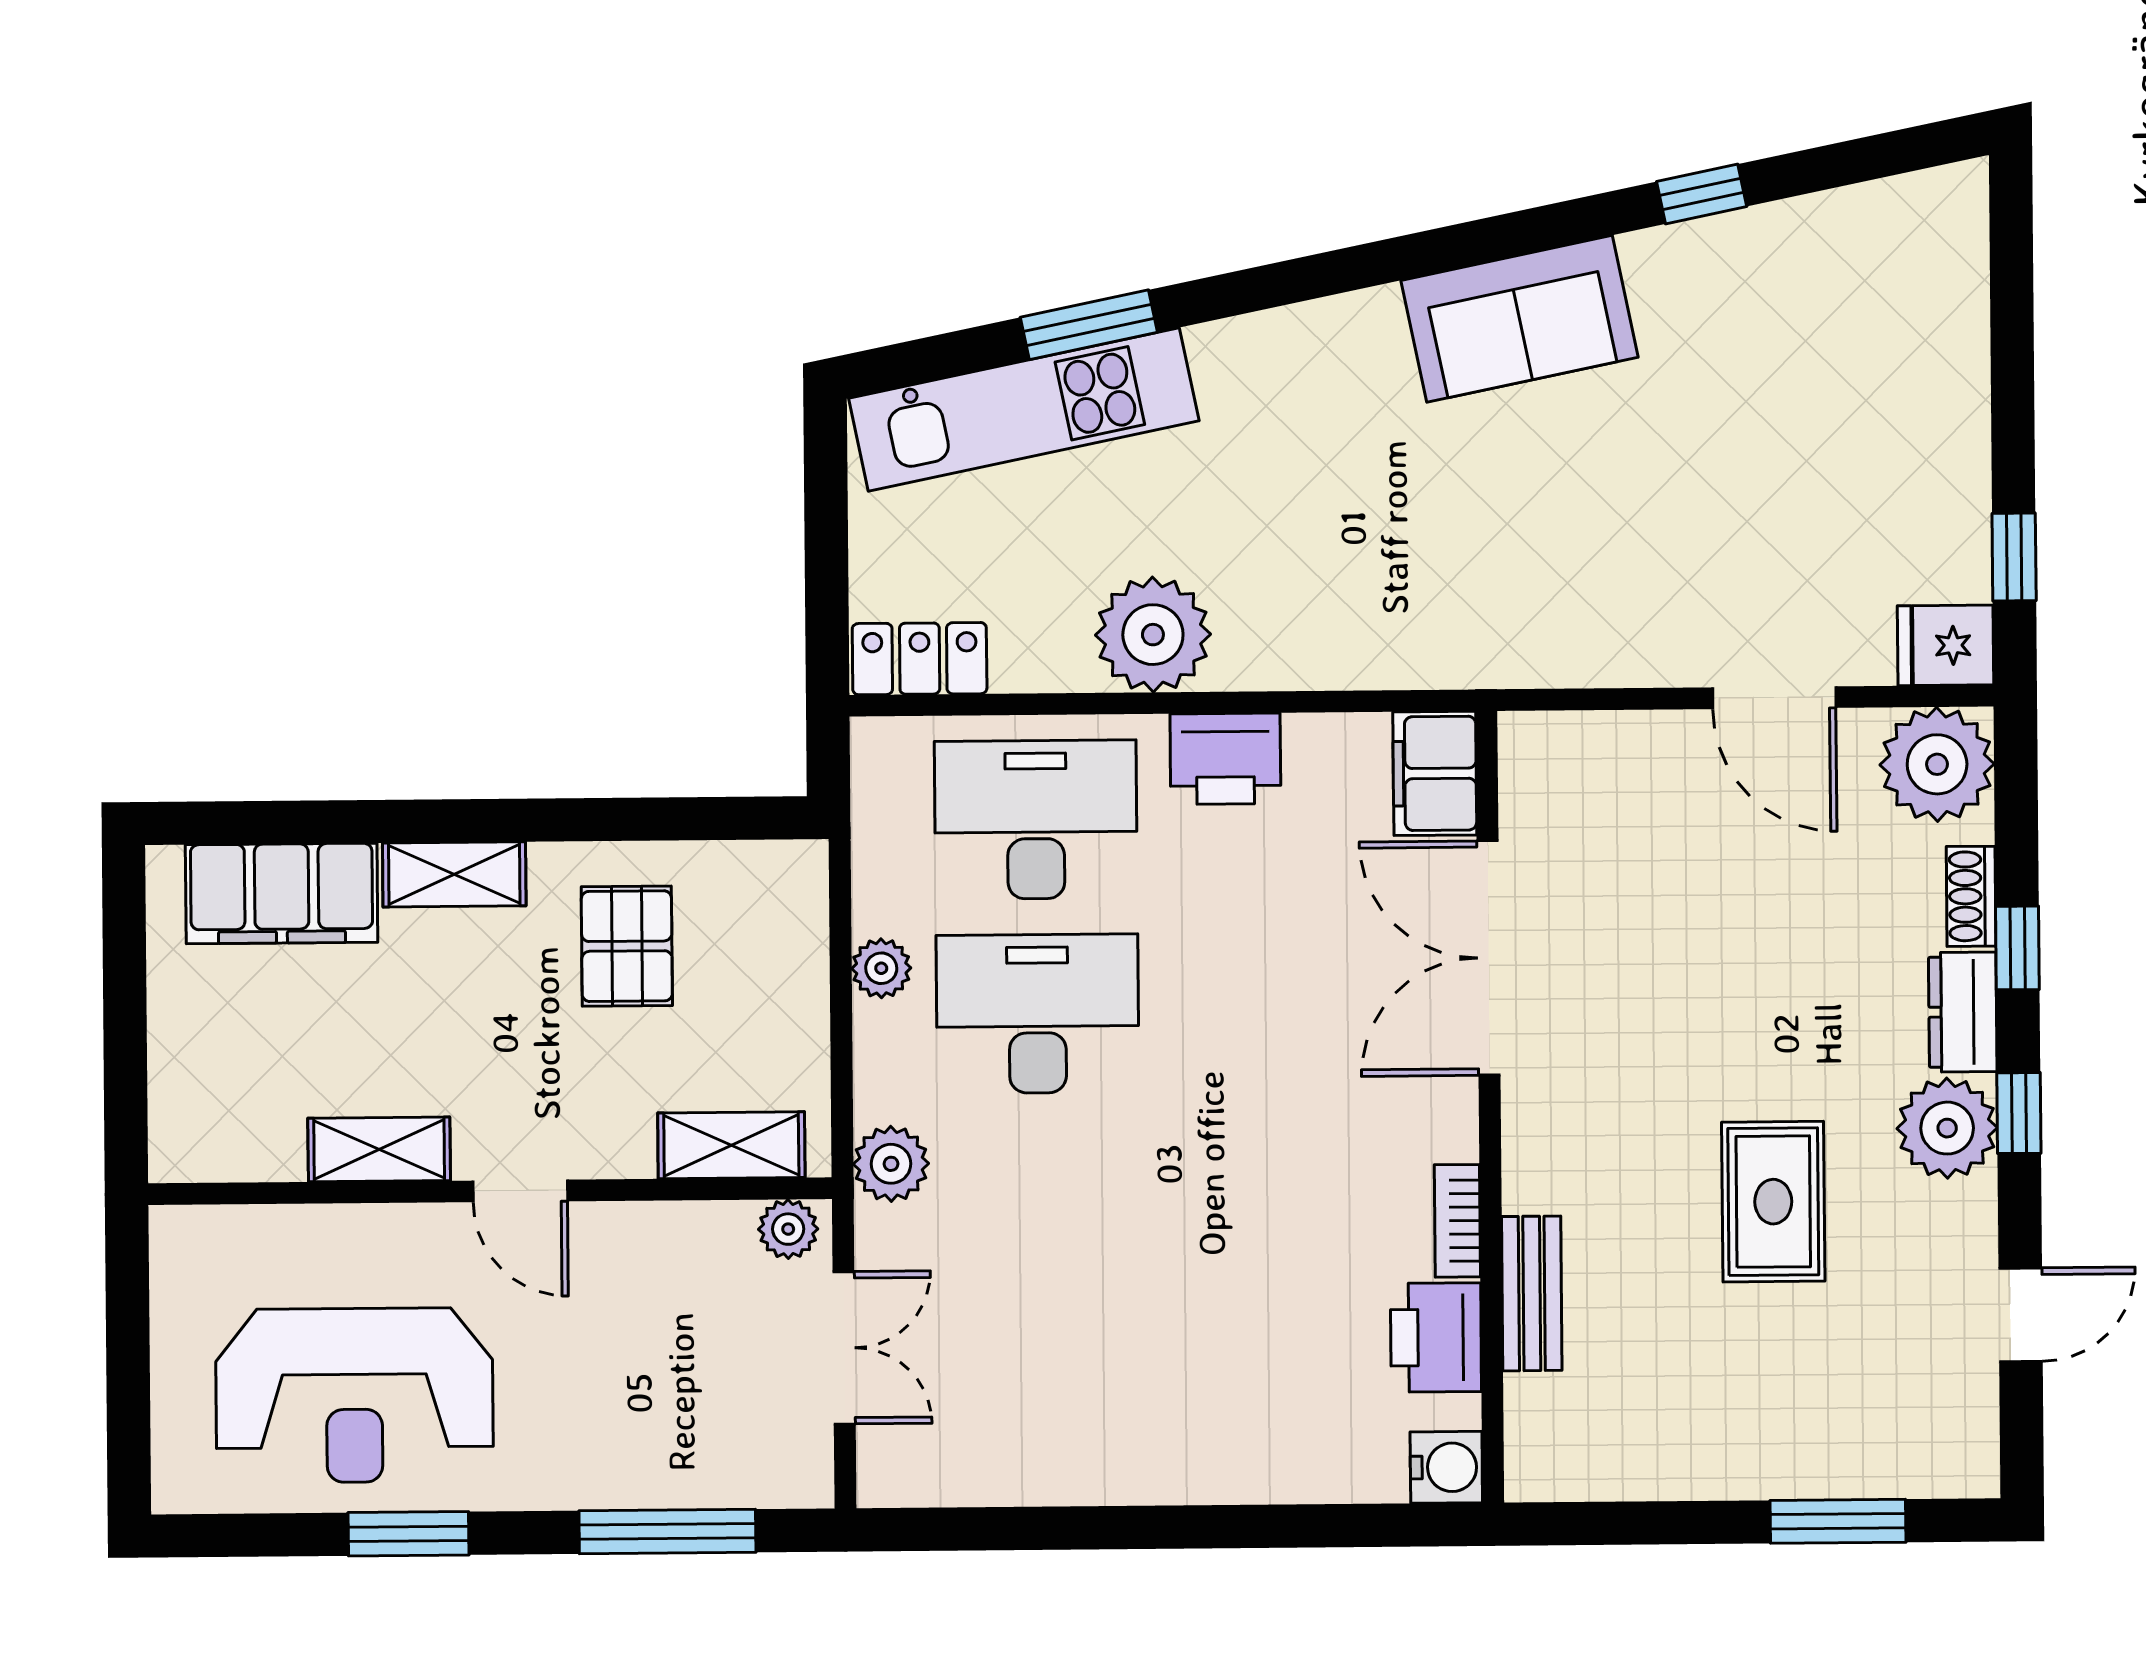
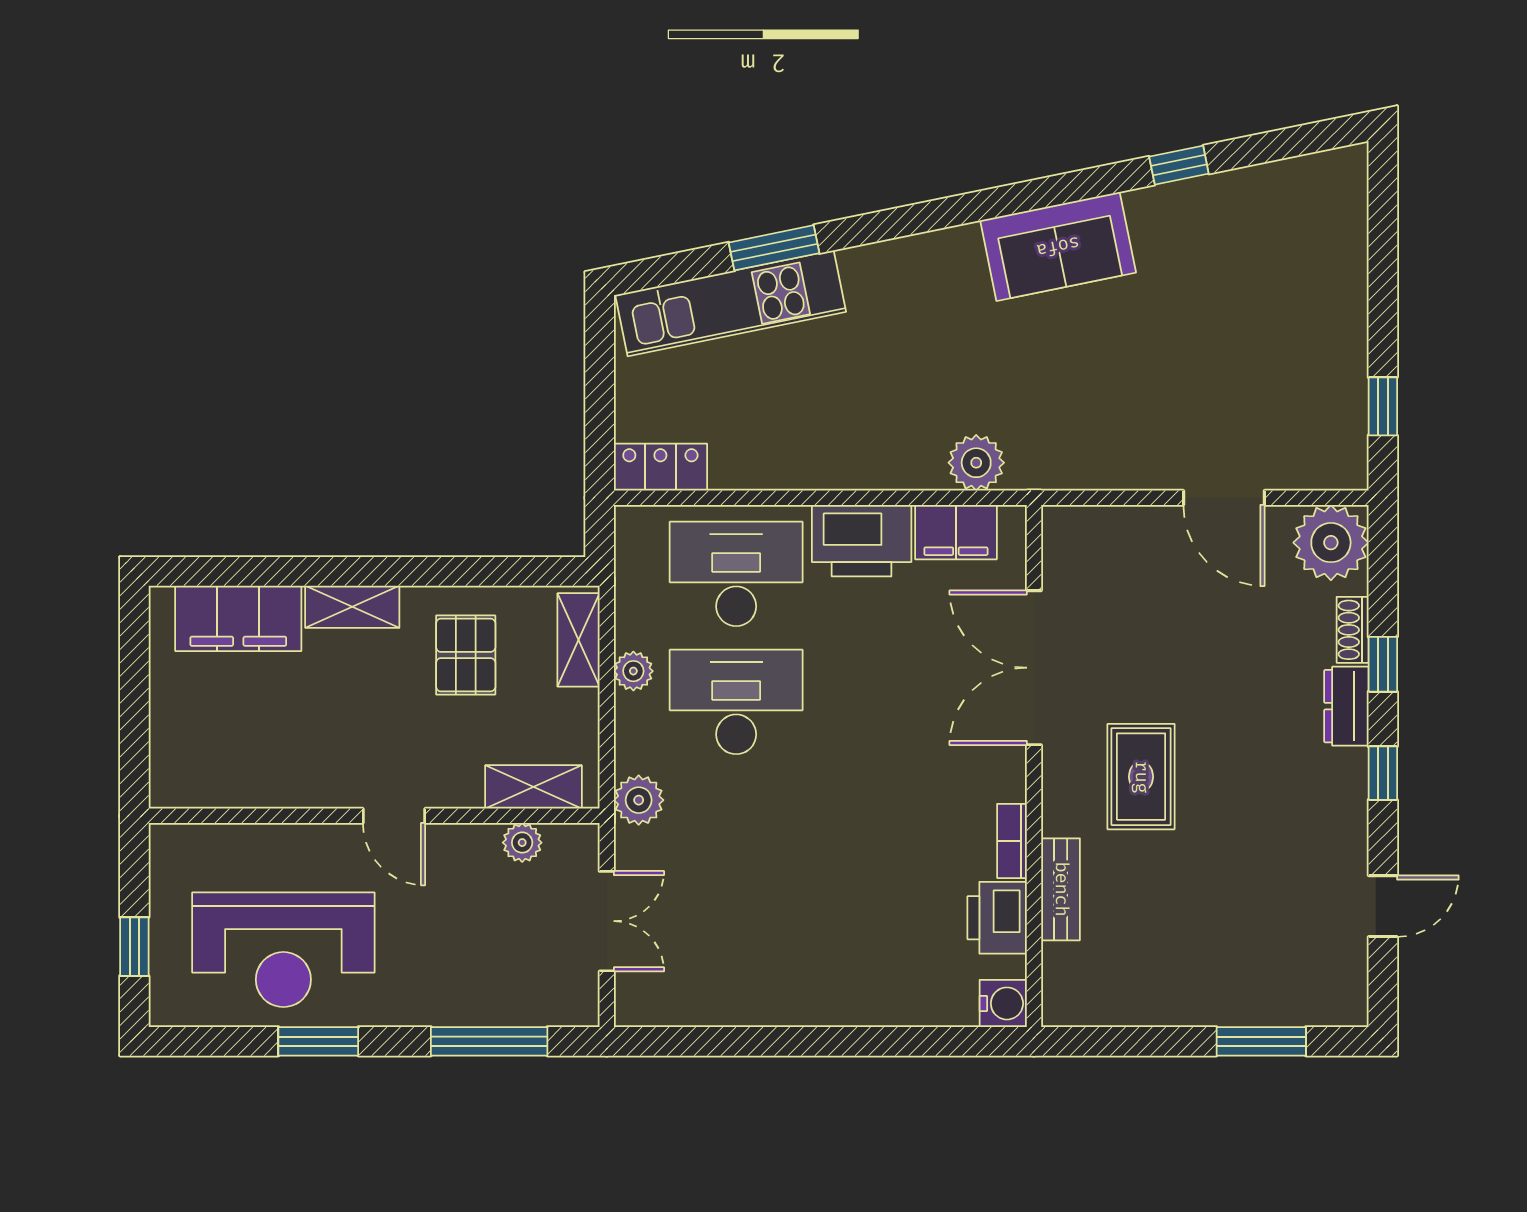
plant: (1153, 635) -> (976, 463), moved, width x0.73, depth x0.73
fridge: (1945, 645) -> (1337, 464), removed
printer: (1225, 759) -> (862, 541), width x1.37, depth x1.19
filing cabinet: (1435, 773) -> (956, 532), moved, turned -90
plant: (1947, 1128) -> (1335, 783), removed
shelving: (379, 1149) -> (578, 640), moved, turned 90
rug: (1773, 1202) -> (1141, 777), moved
plant: (788, 1229) -> (522, 843), moved
window: (128, 1393) -> (134, 947), added

